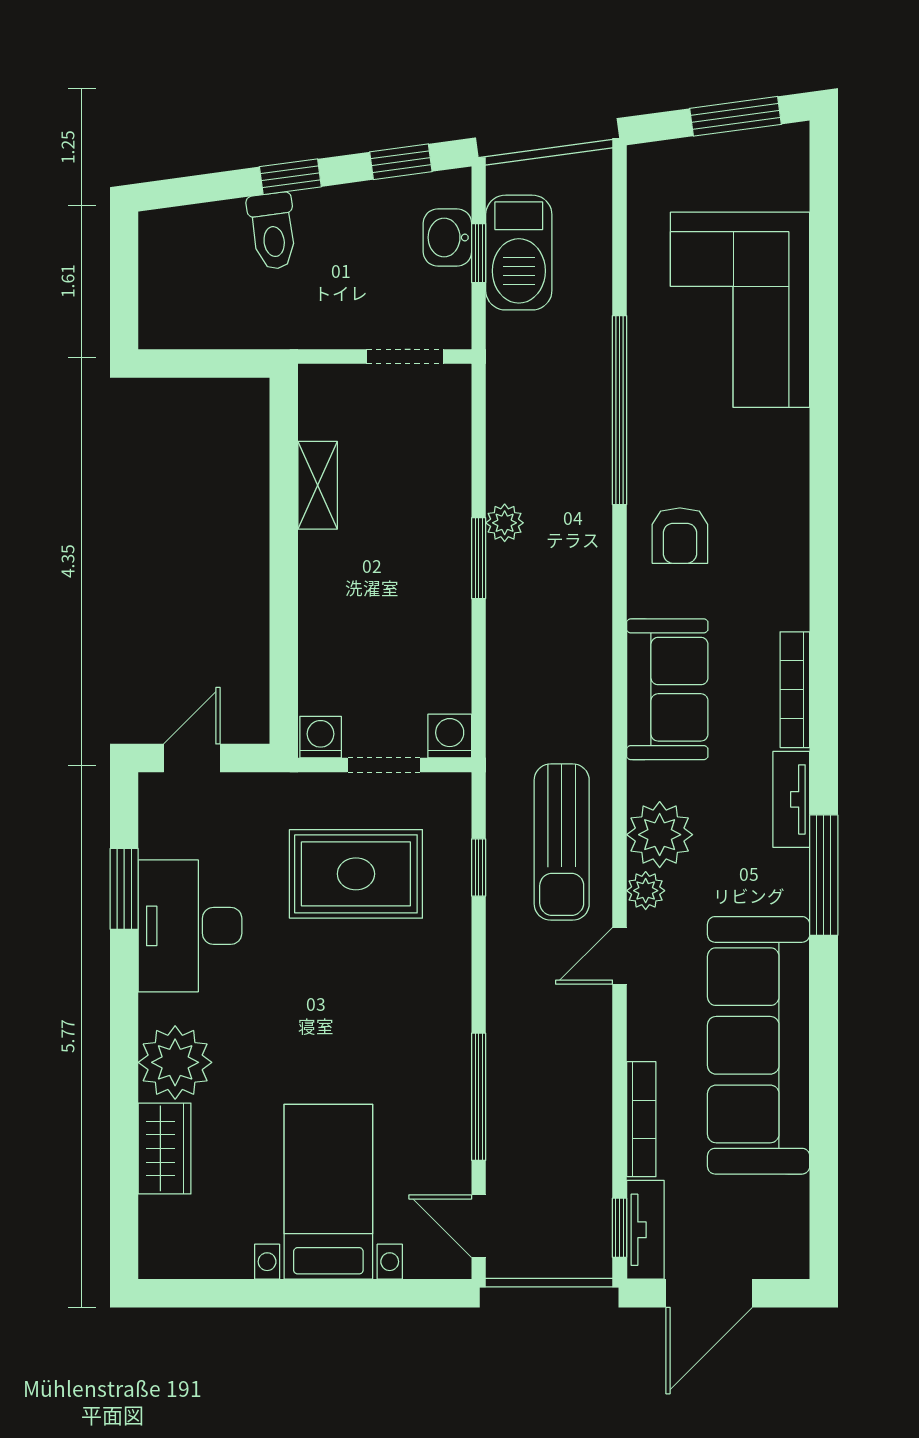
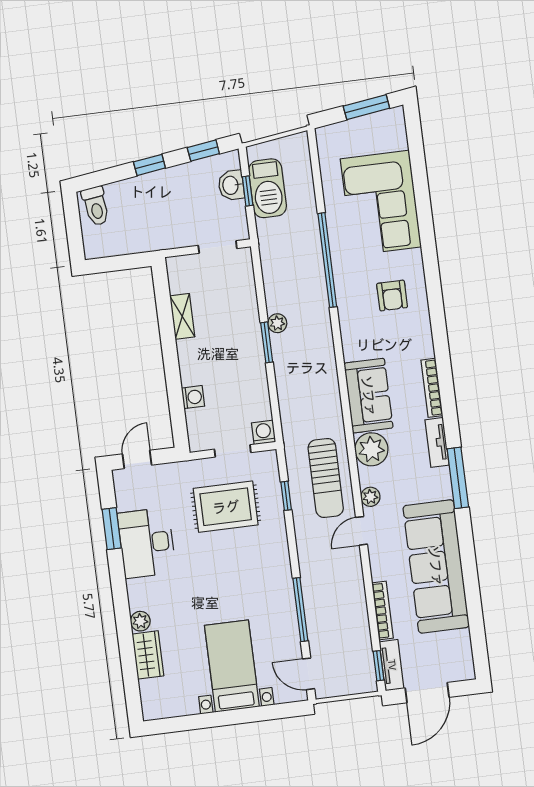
toilet: (273, 231) -> (96, 206), moved
armchair: (680, 536) -> (392, 296), moved
washing machine: (321, 737) -> (193, 397), moved, turned 90
plant: (660, 835) -> (371, 449), moved
plant: (175, 1062) -> (140, 621), width x0.53, depth x0.53

